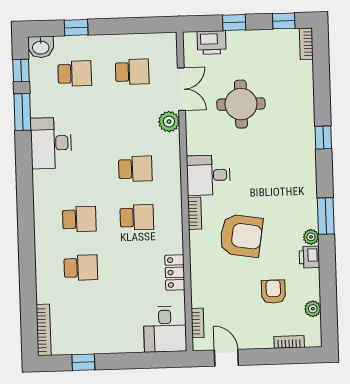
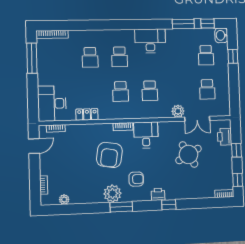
round table: (241, 104) -> (189, 154), turned -30
desk: (51, 143) -> (150, 41), moved
plant: (311, 237) -> (112, 194), width x1.88, depth x1.88
printer: (309, 257) -> (158, 194), moved
armchair: (273, 292) -> (136, 179), moved
desk: (165, 329) -> (52, 104), width x1.37
window: (83, 362) -> (32, 58), width x2.17

